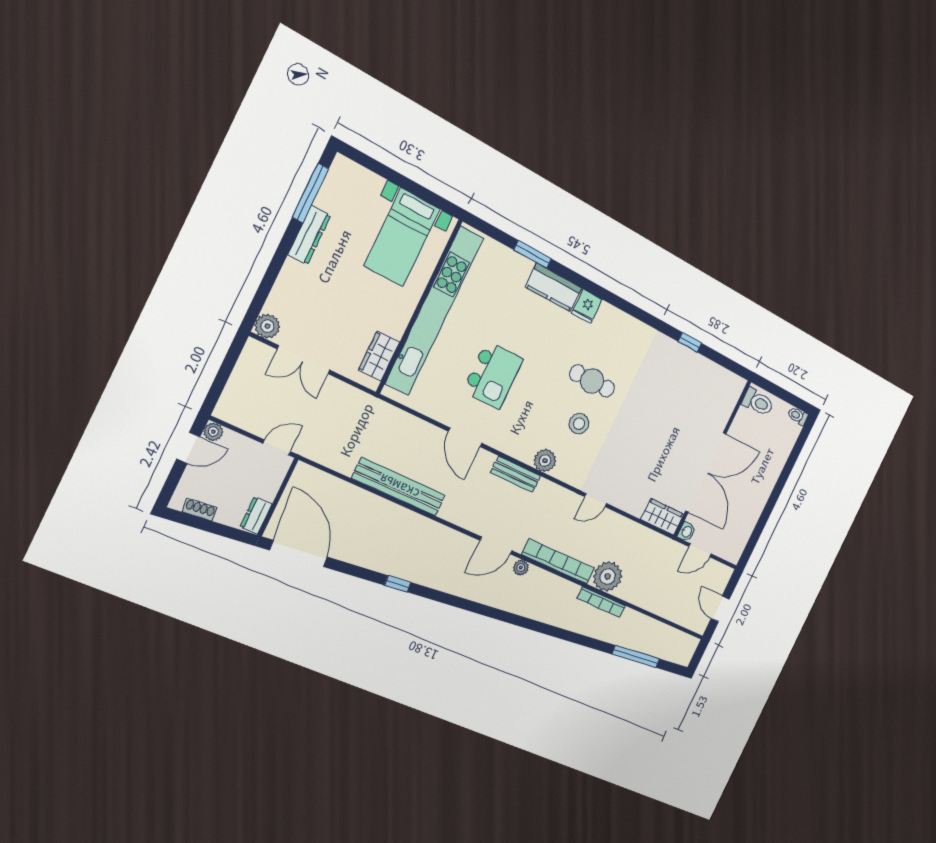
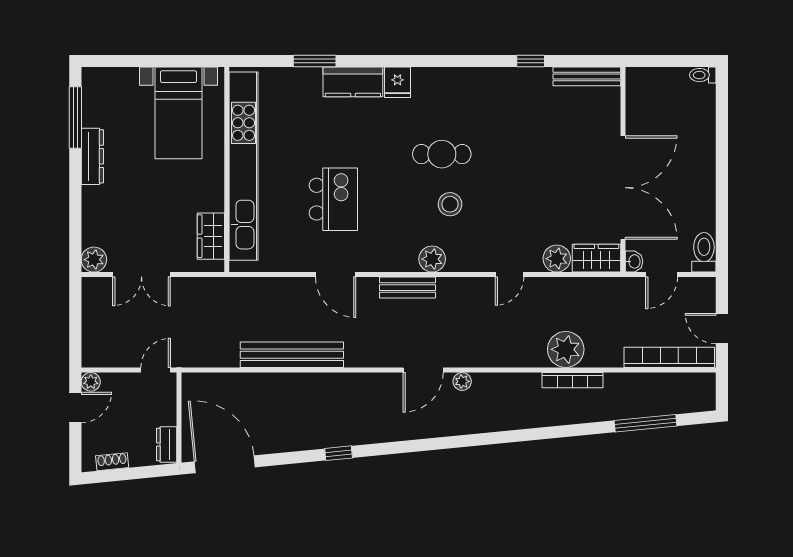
bench: (722, 375) -> (587, 76), added
toilet: (758, 402) -> (704, 252), moved, turned -90
plant: (635, 504) -> (557, 259), added
bookcase: (558, 561) -> (669, 357), moved

